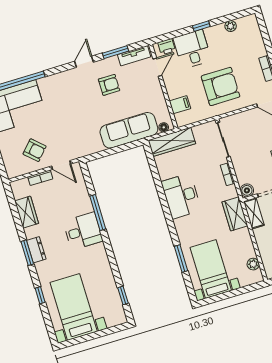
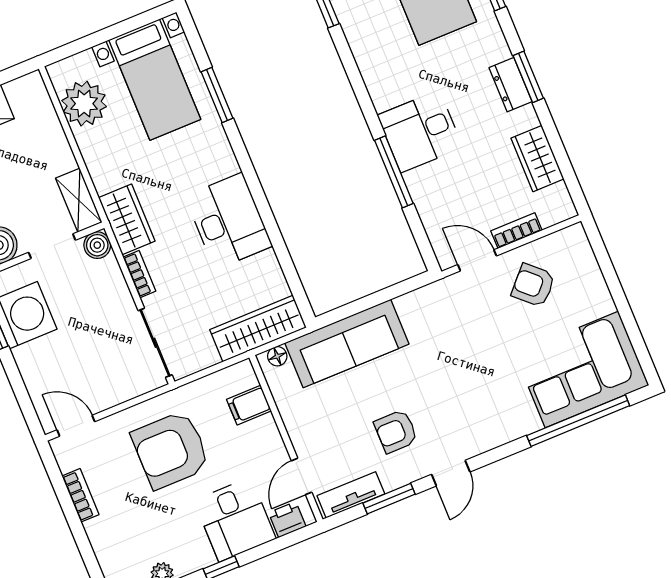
wardrobe: (235, 214) -> (127, 219), moved
plant: (253, 264) -> (84, 104), width x1.87, depth x1.87

